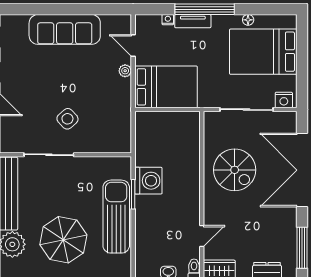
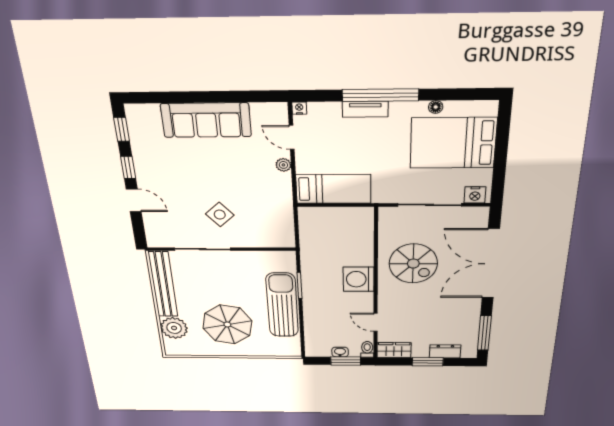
nightstand: (168, 20) -> (299, 108), moved
bed: (166, 87) -> (333, 189), width x0.67
washing machine: (148, 181) -> (359, 279), moved, turned 180
door: (202, 236) -> (375, 322), swing flipped

